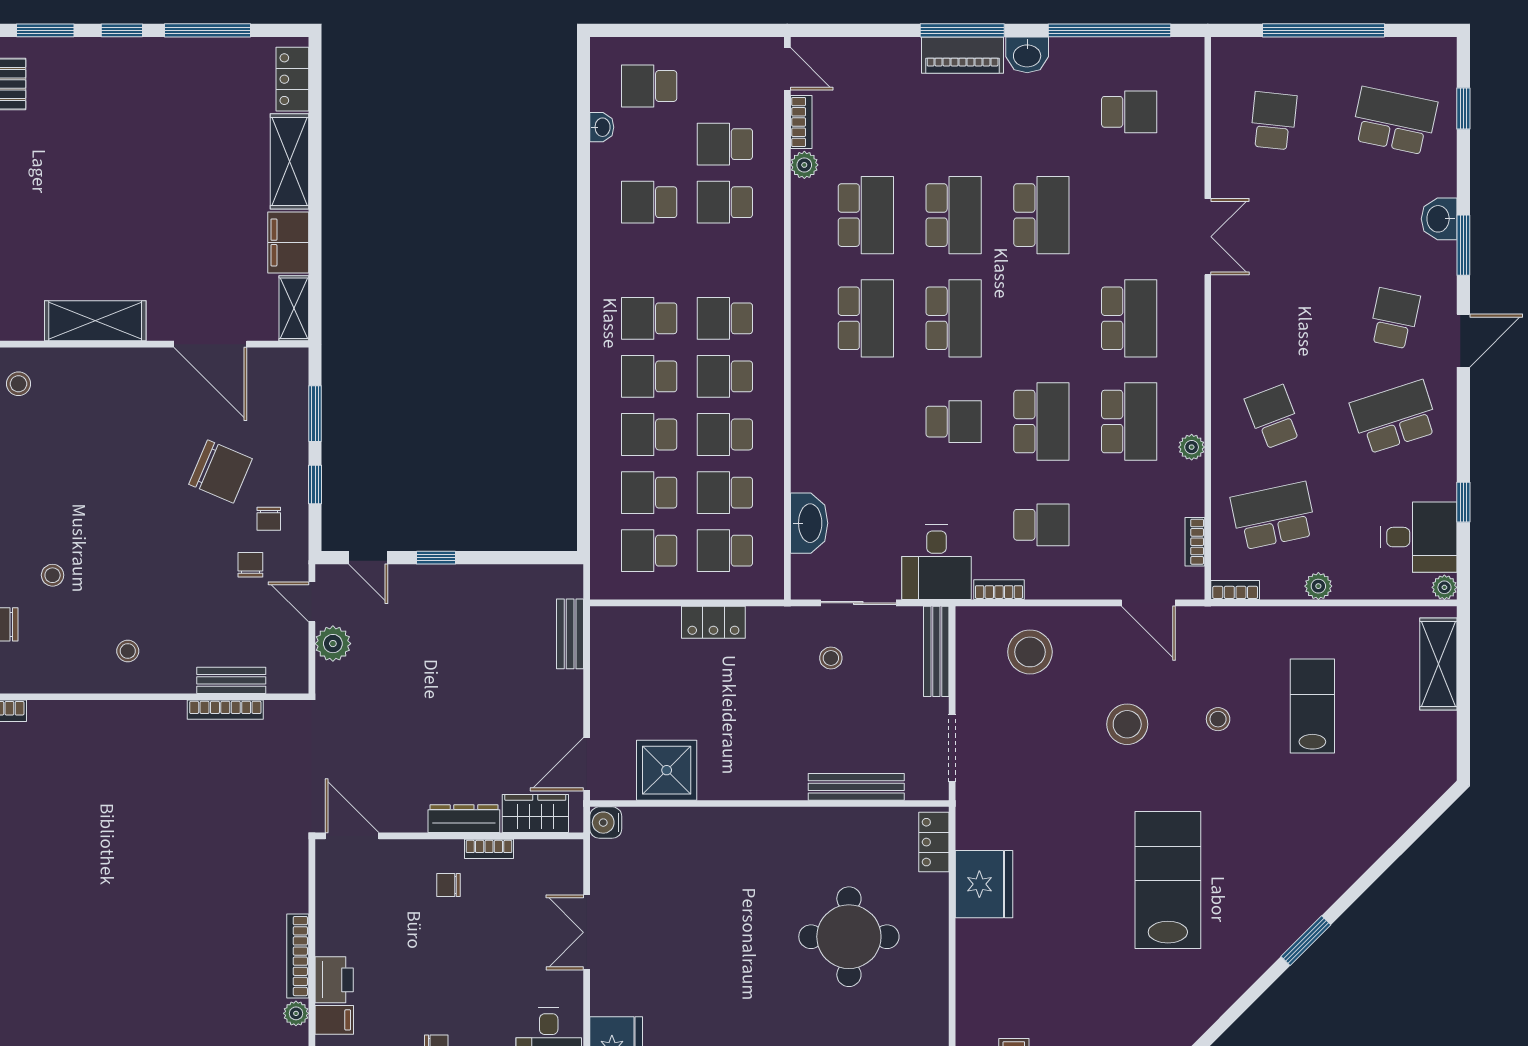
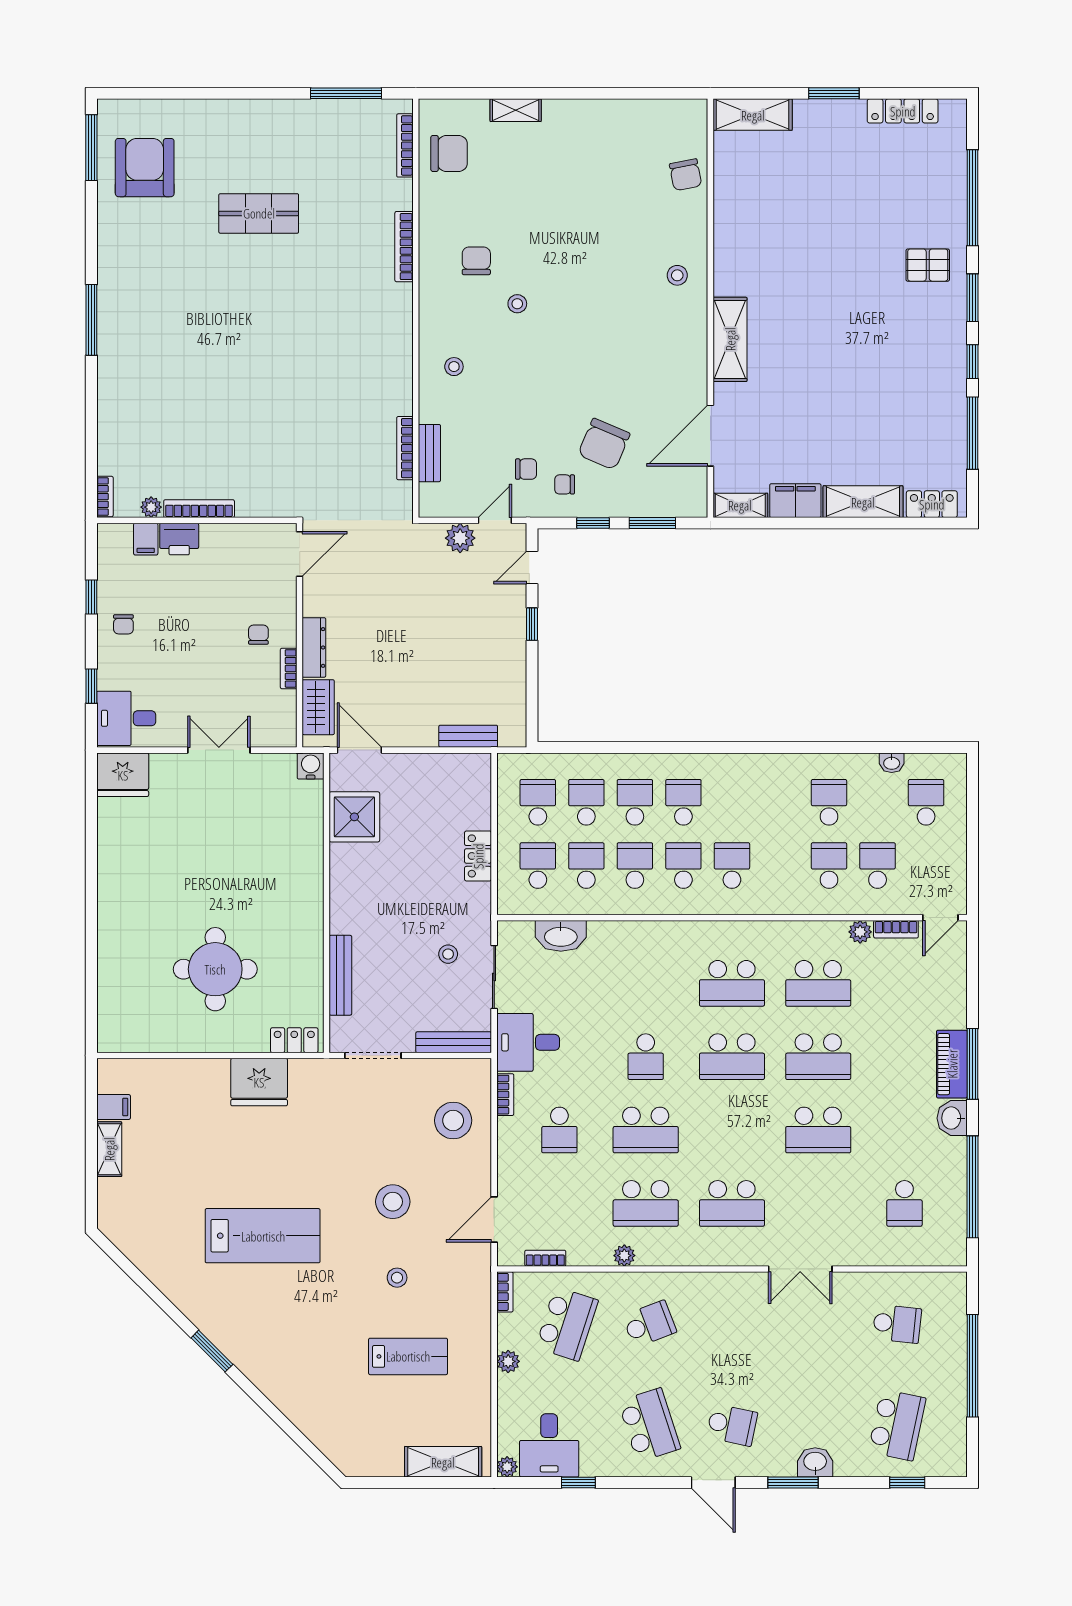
school desk: (649, 318) -> (732, 802), removed
school desk: (1273, 516) -> (567, 1324), turned 30

